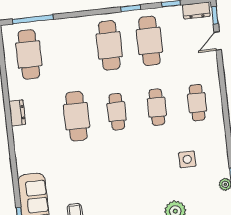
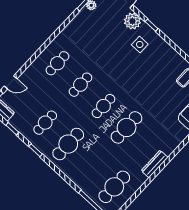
cafe table: (149, 41) -> (45, 123), width x0.73, depth x0.74
dresser: (17, 113) -> (155, 164), width x1.44
side table: (187, 159) -> (140, 44), moved

